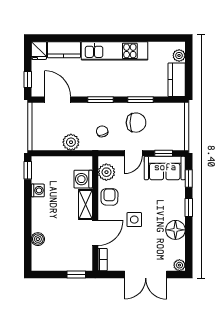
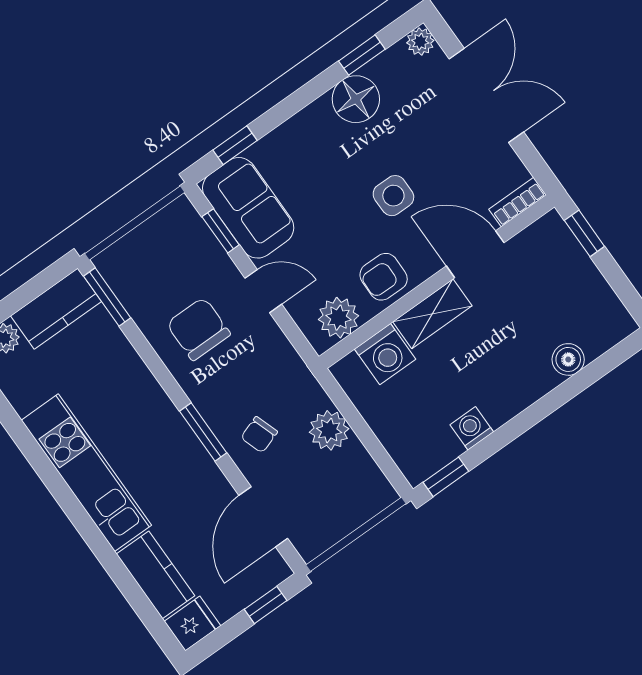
window: (140, 100) -> (107, 297), moved
chair: (102, 131) -> (259, 435), moved
window: (189, 208) -> (362, 55), moved

